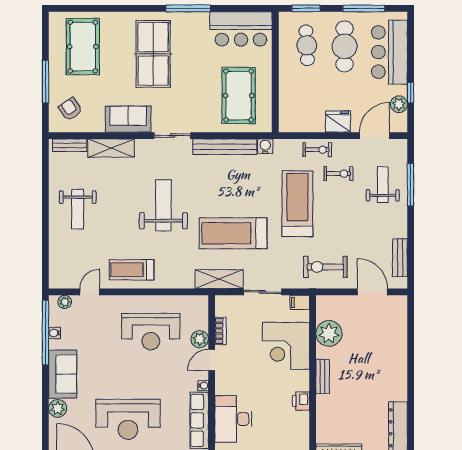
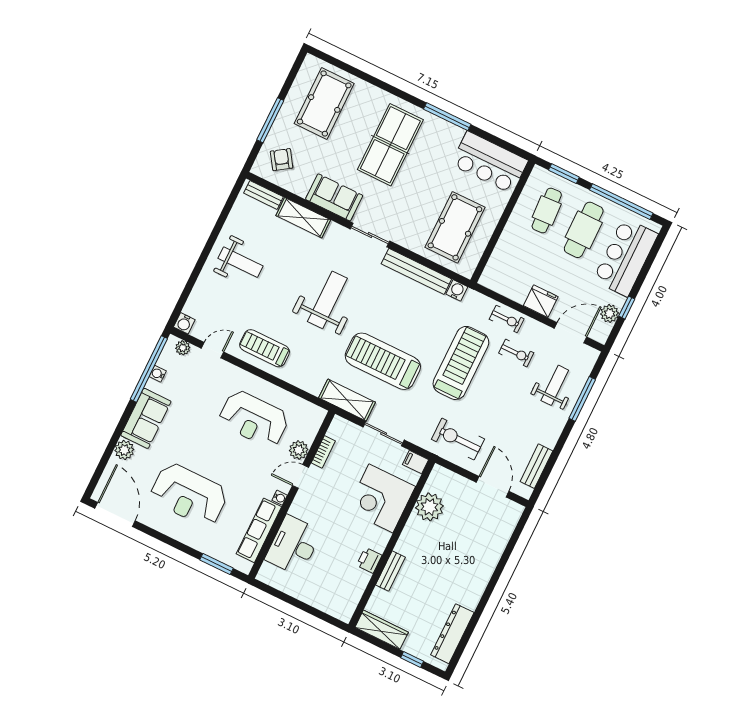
window: (364, 8) -> (621, 202), width x1.46
weight bench: (78, 209) -> (240, 262), turned -90
water cooler: (56, 281) -> (184, 323), added
bench: (323, 377) -> (390, 571), moved

